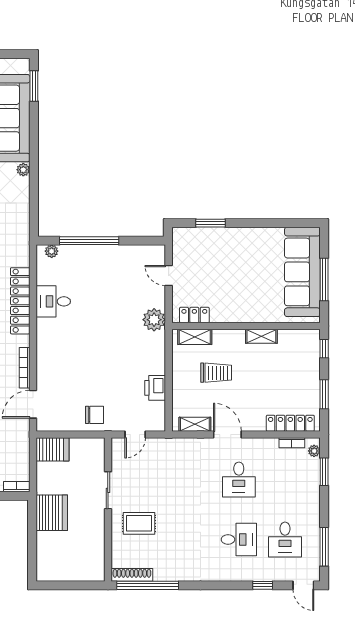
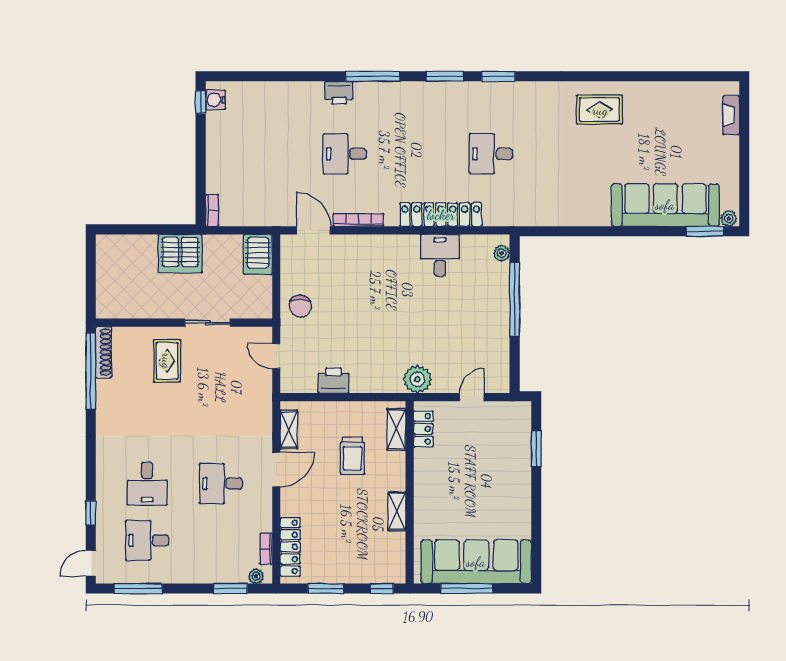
plant: (23, 170) -> (729, 218), moved

